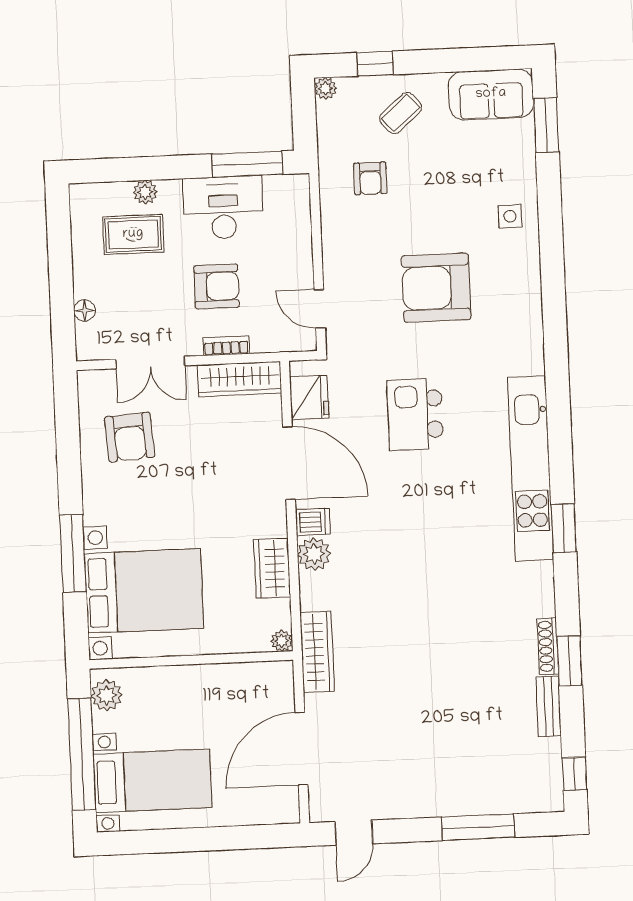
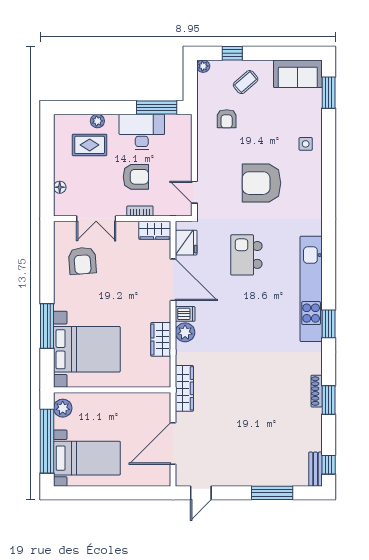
wardrobe: (240, 379) -> (155, 230), width x0.67
plant: (282, 641) -> (164, 381), removed
bench: (549, 707) -> (315, 469), moved

